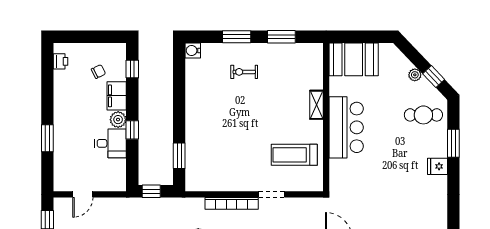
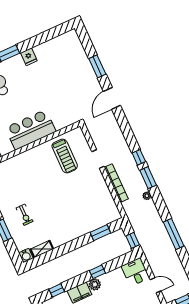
shelving: (316, 105) -> (42, 249), moved
desk: (111, 143) -> (135, 272), moved

